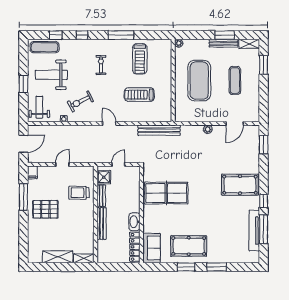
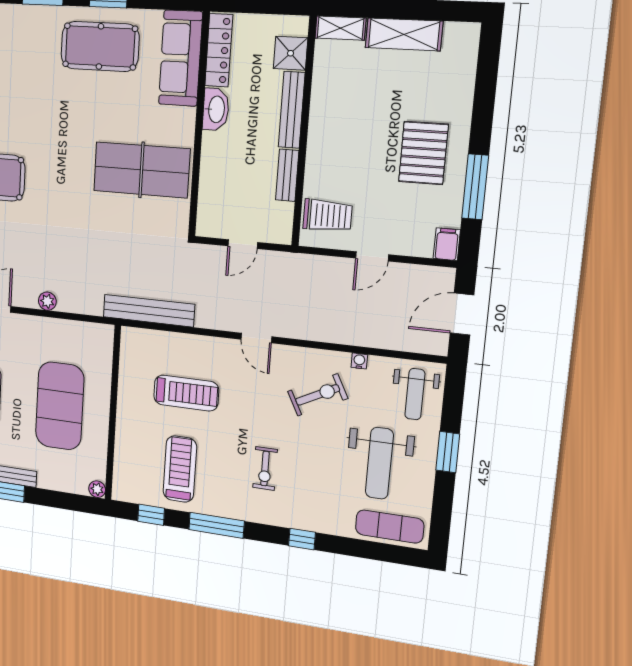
window: (56, 35) -> (151, 515), moved
weight bench: (51, 75) -> (379, 463), turned 90
shower: (104, 177) -> (291, 53), moved
trolley: (79, 193) -> (328, 216), moved
pallet: (45, 209) -> (423, 153), turned 90
sofa: (152, 248) -> (181, 58), width x1.36

